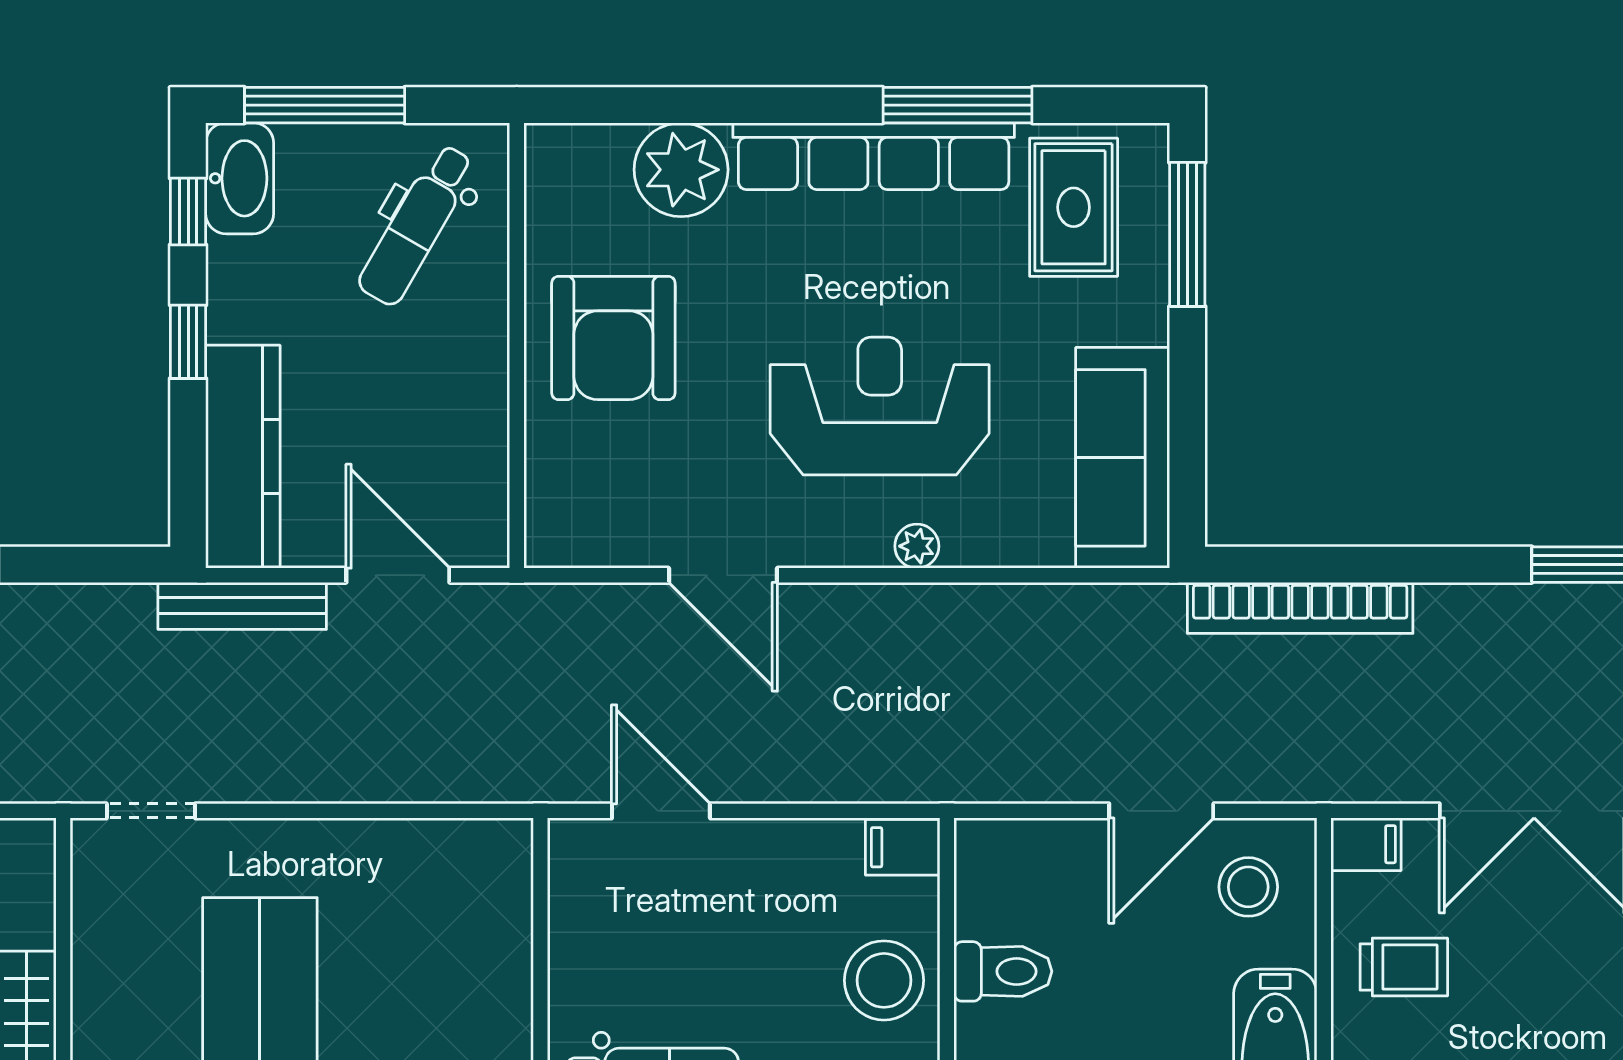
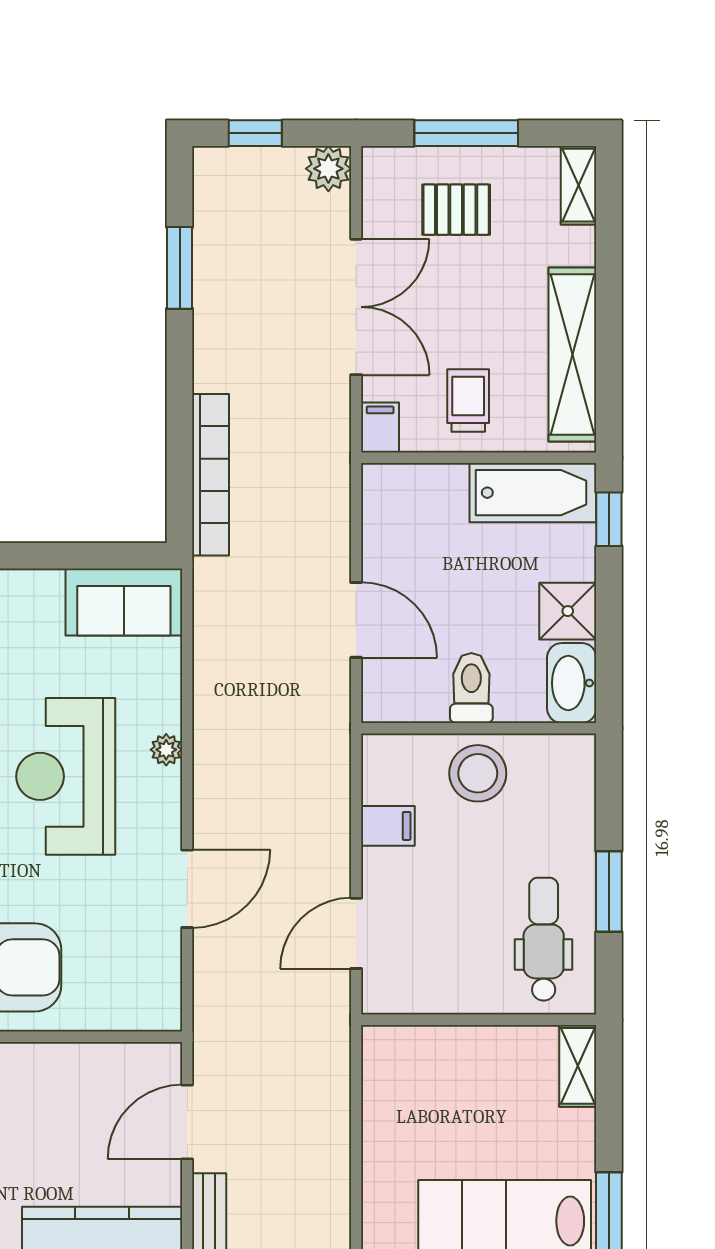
sofa: (1123, 458) -> (124, 602), width x0.73
door: (1161, 811) -> (356, 620), moved
filing cabinet: (903, 847) -> (388, 826), moved, turned -90
stool: (1248, 887) -> (411, 512), removed

